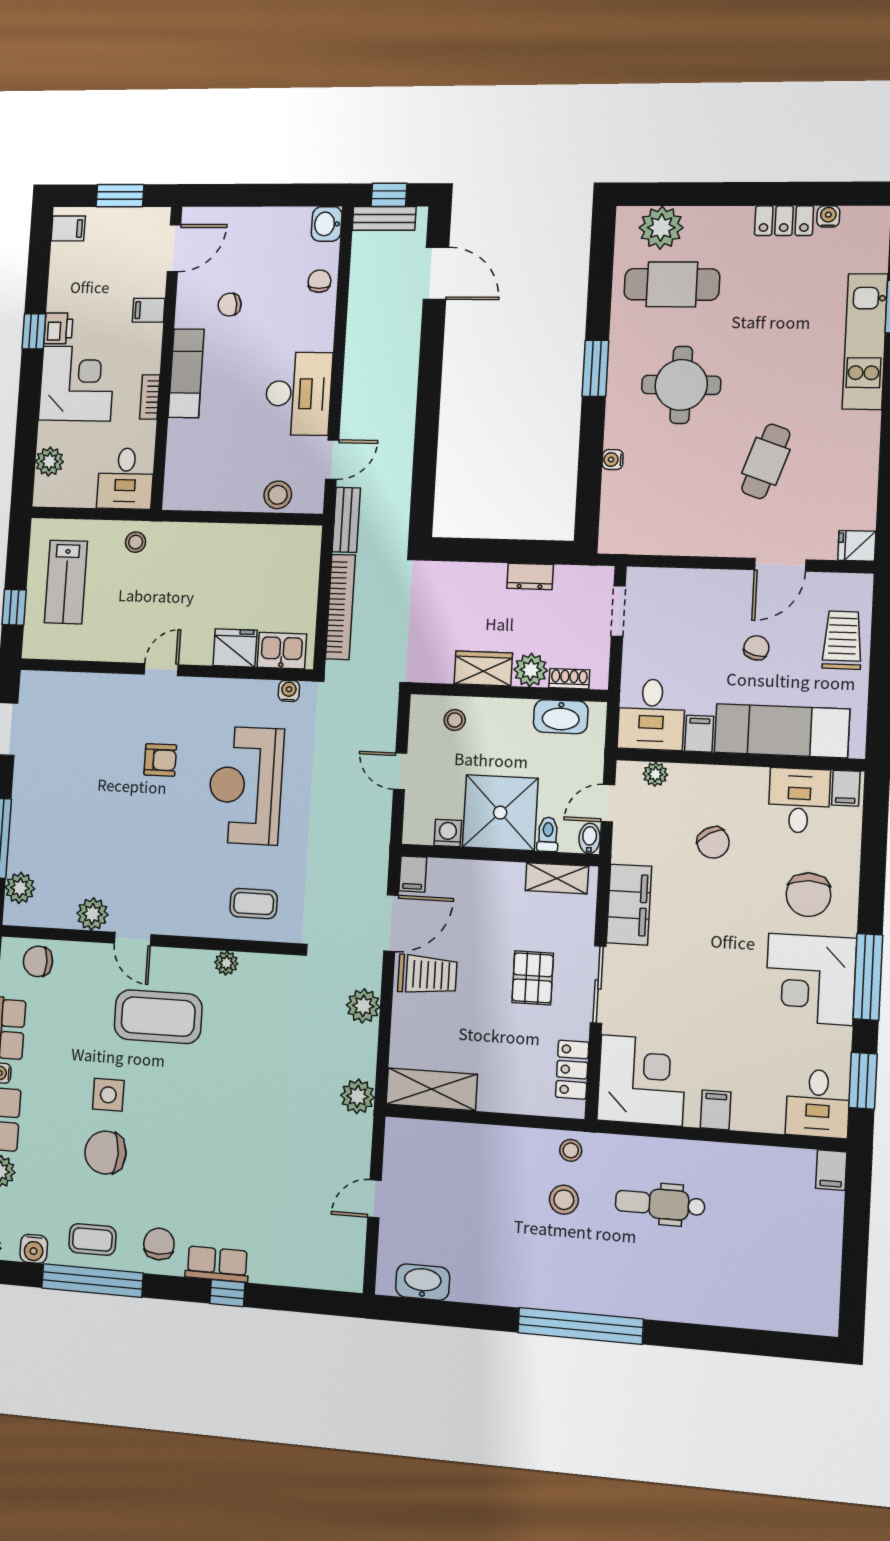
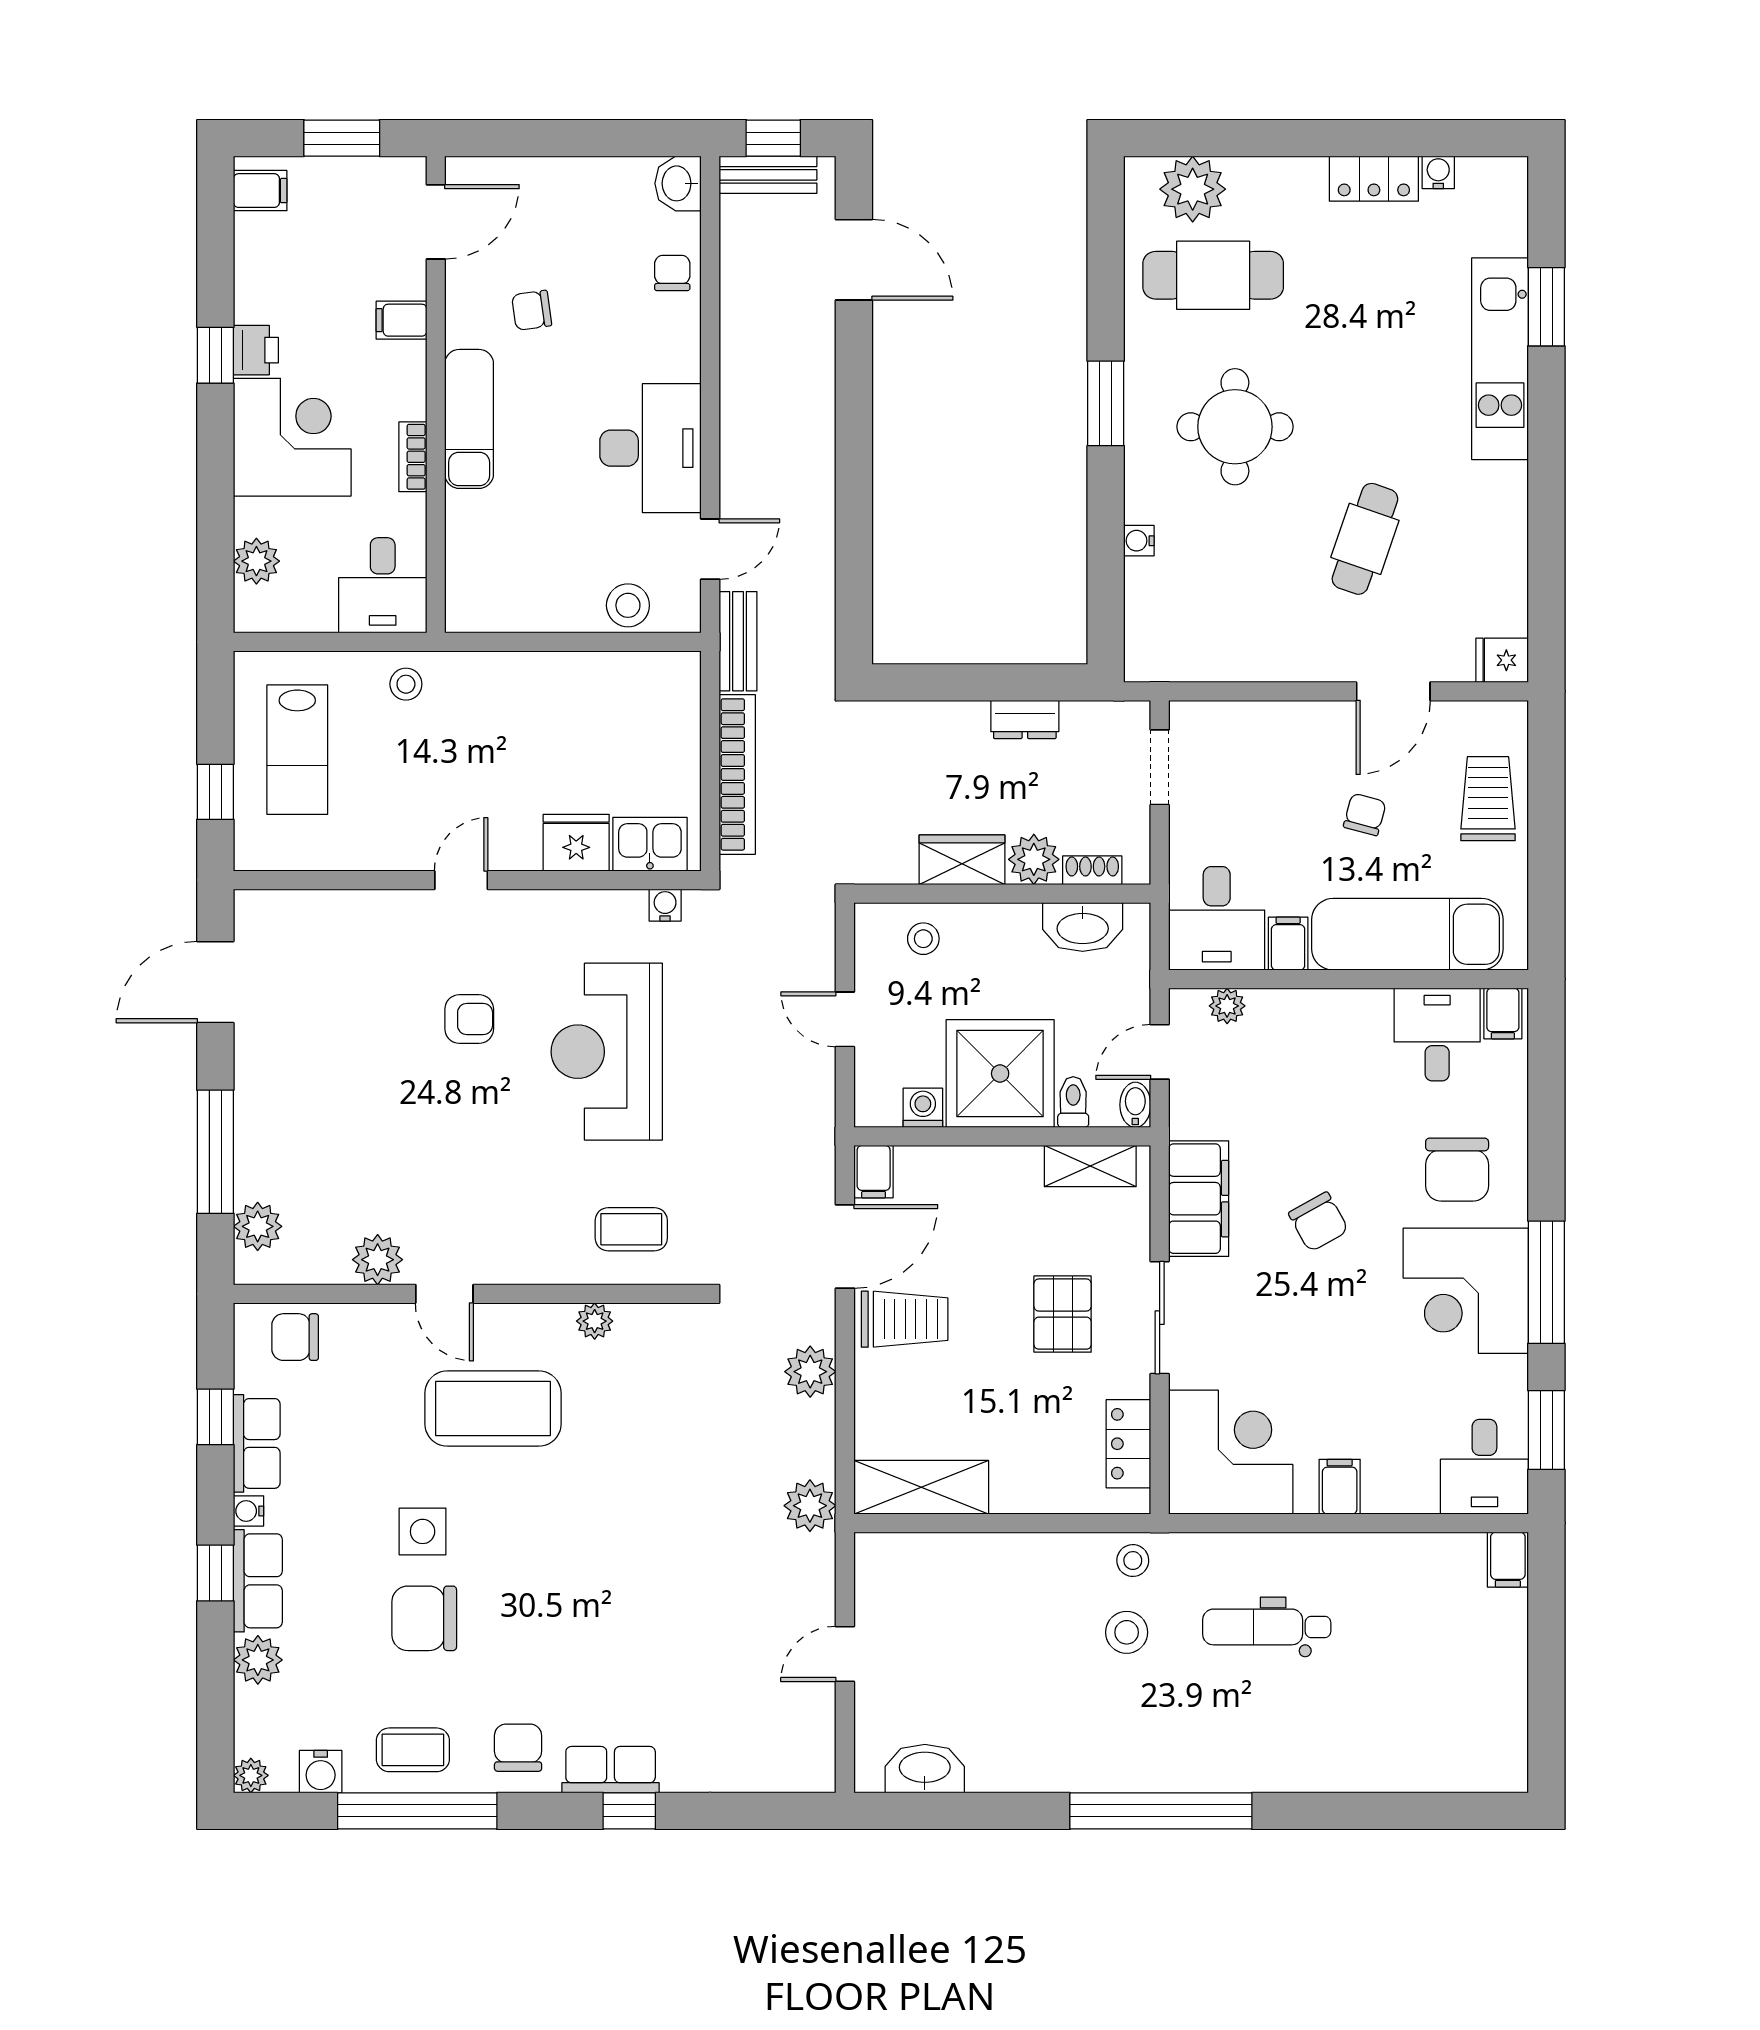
chair: (713, 843) -> (1318, 1222), moved

